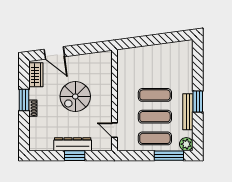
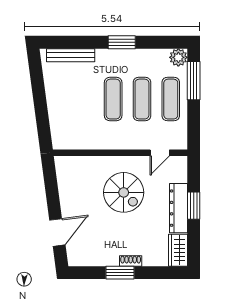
wardrobe: (36, 75) -> (178, 250), moved, turned -90
spiral stairs: (75, 96) -> (124, 192), moved
bench: (188, 112) -> (71, 55), moved

